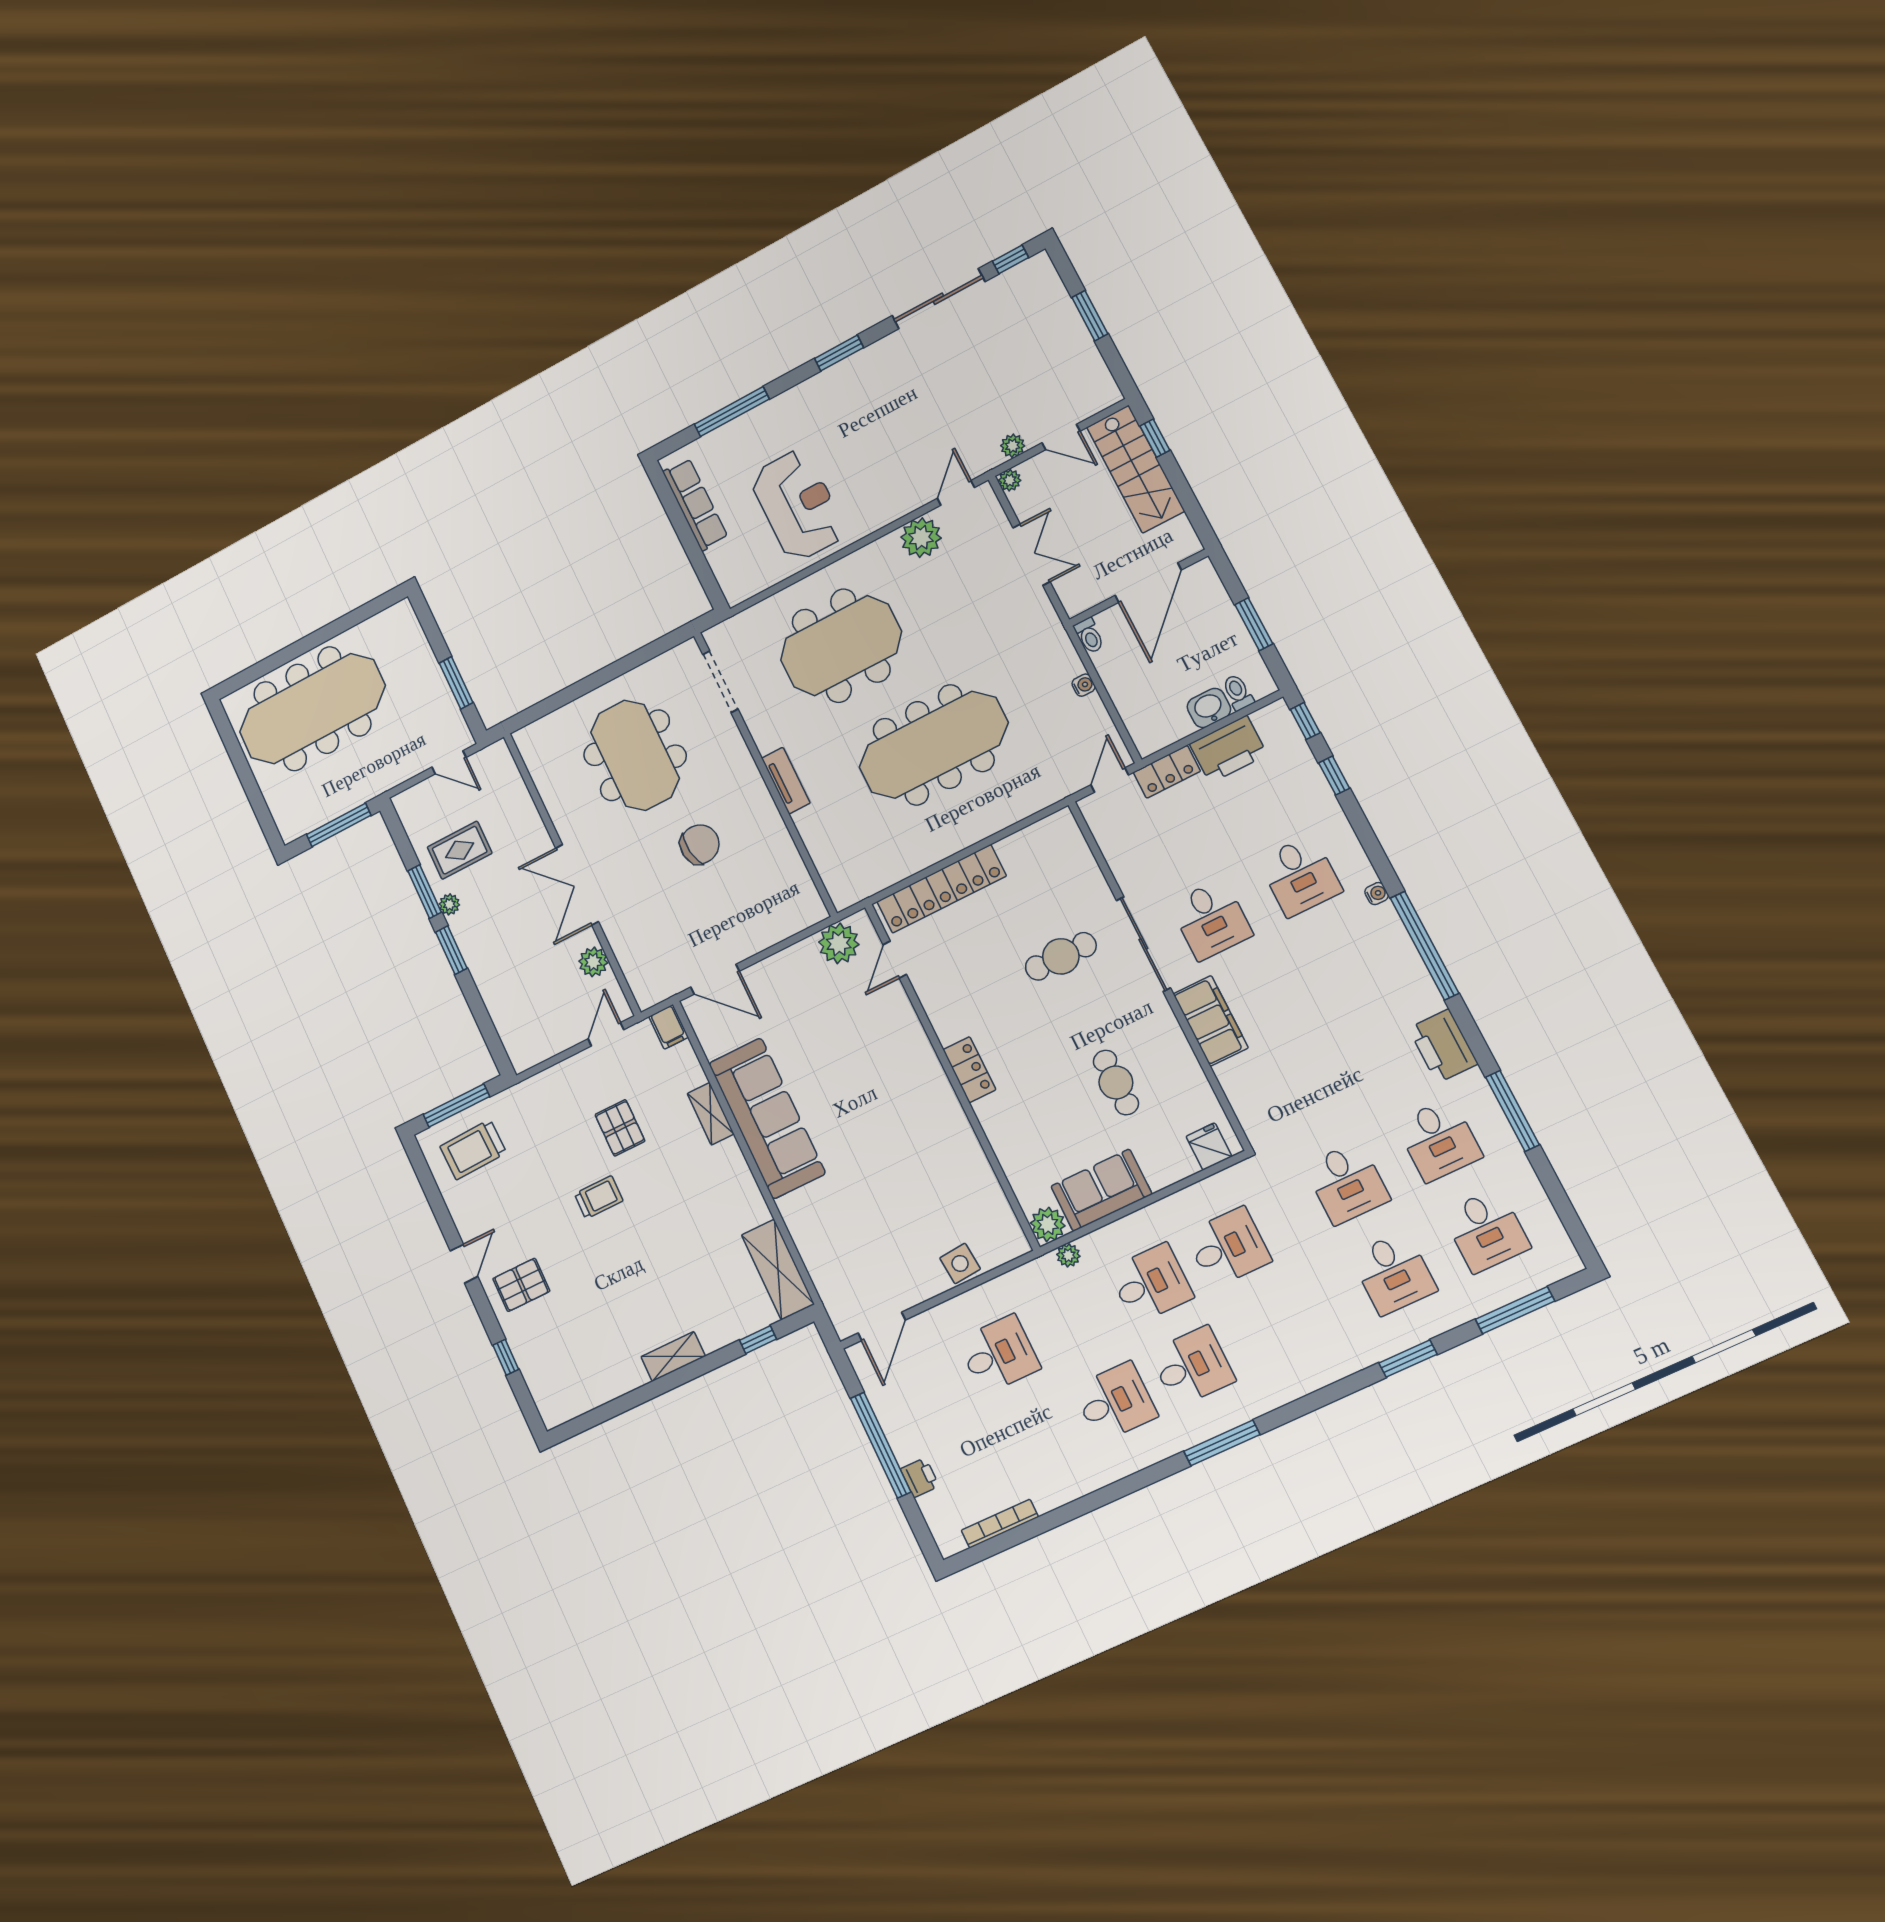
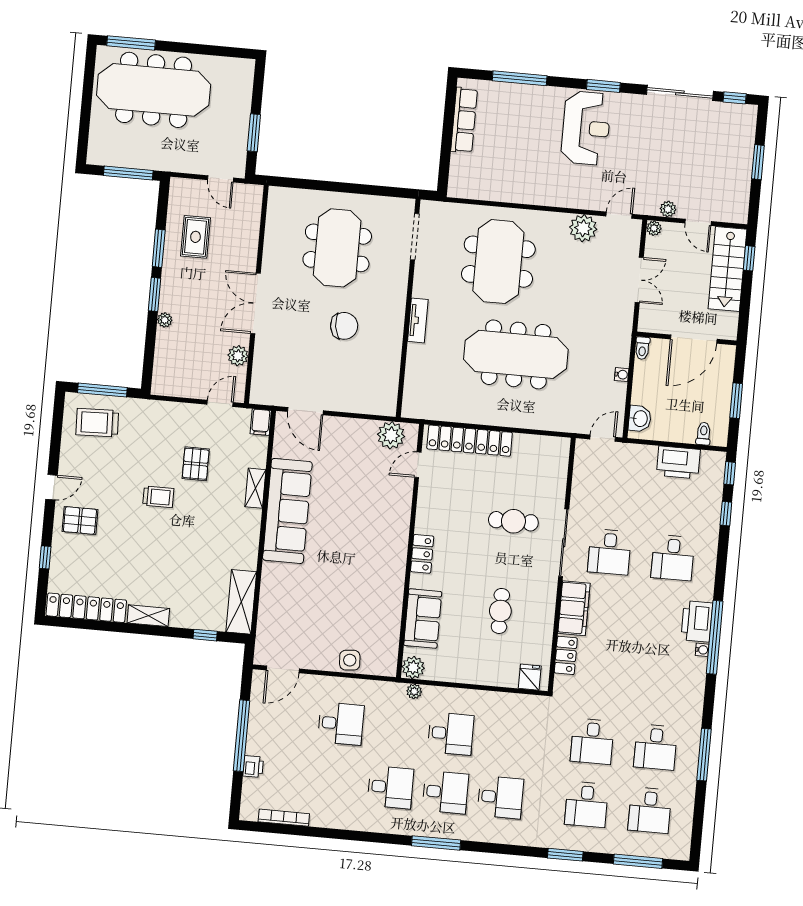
reception desk: (798, 505) -> (586, 128), moved
meeting table: (841, 646) -> (498, 262), turned 90
window: (256, 672) -> (131, 43), added
washbasin: (1209, 708) -> (640, 419), moved, turned 90
locker: (1167, 772) -> (566, 655), moved, turned -90
rug: (460, 850) -> (195, 237), turned 90
water cooler: (1377, 894) -> (702, 650), moved
plant: (449, 904) -> (165, 320), moved
printer: (1443, 1046) -> (697, 621), moved
sofa: (1101, 1190) -> (423, 619), moved, turned 90
desk: (1228, 1247) -> (500, 797), moved
locker: (591, 1392) -> (86, 608), added

